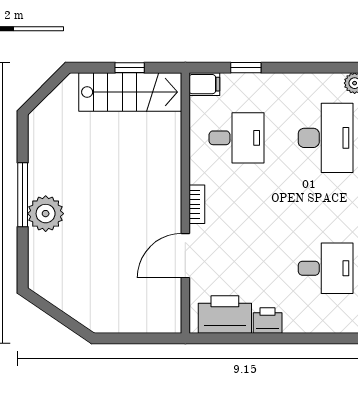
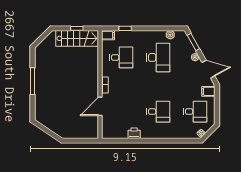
plant: (46, 214) -> (42, 89), removed
printer: (225, 314) -> (116, 131), removed

